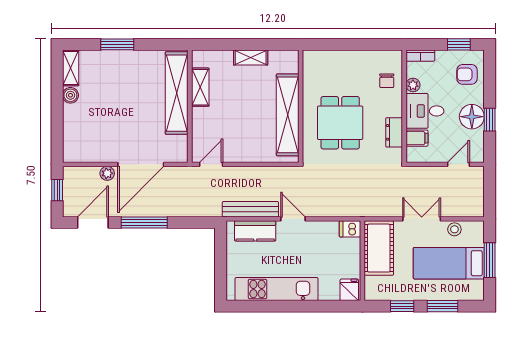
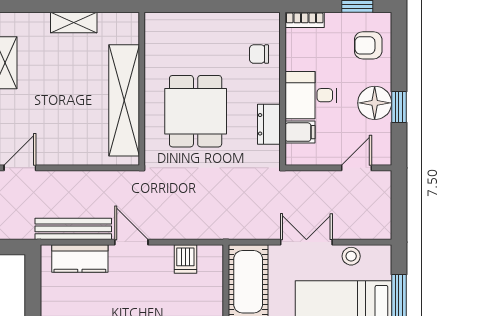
chair: (387, 81) -> (259, 54), turned 90
plant: (413, 85) -> (295, 60), removed
dishwasher: (350, 229) -> (185, 259), moved, turned -90

